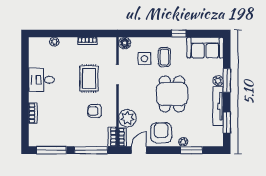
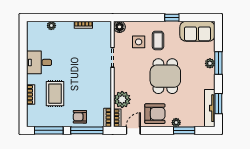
rug: (89, 78) -> (55, 94), moved
tv unit: (218, 106) -> (210, 108), moved
armchair: (95, 111) -> (80, 117), moved
armchair: (161, 133) -> (155, 114), turned 90

